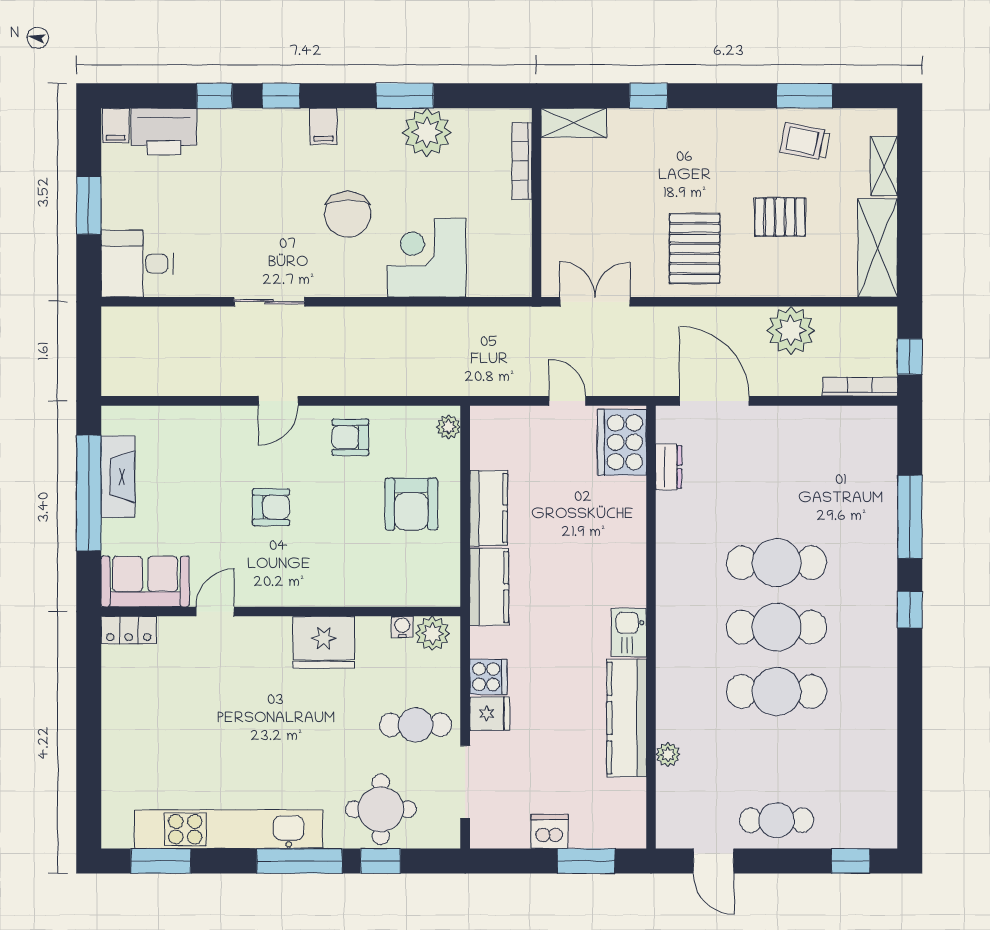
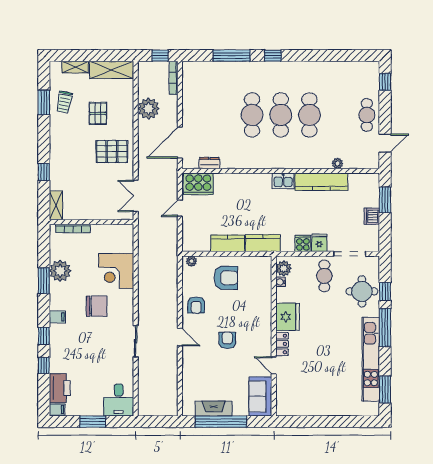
locker: (129, 630) -> (282, 344), moved

